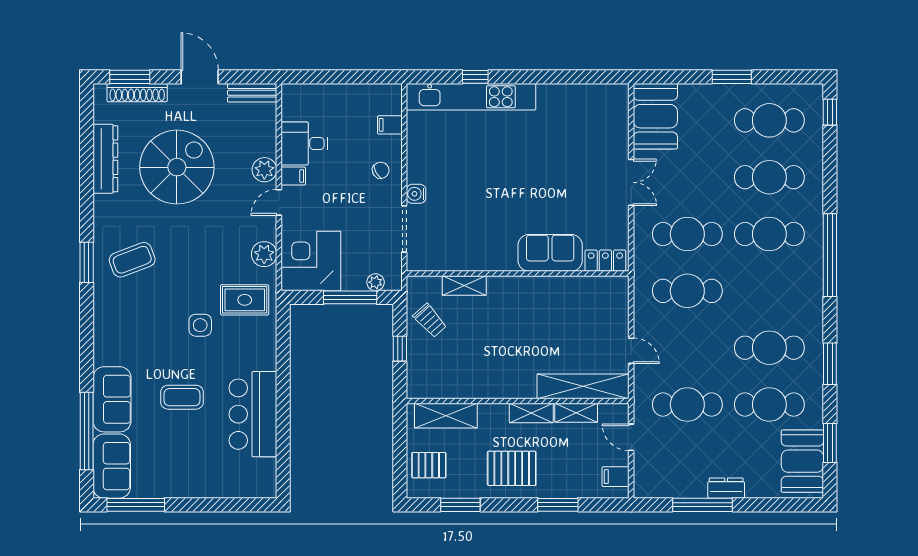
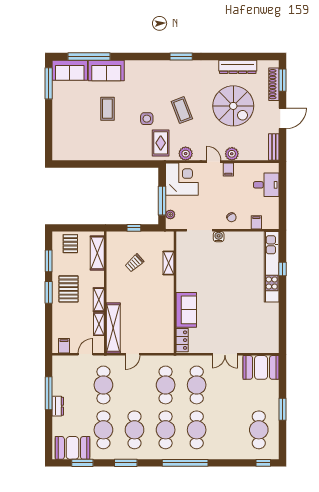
desk: (304, 144) -> (266, 185), moved, turned 90
cafe table: (769, 177) -> (166, 430), moved
coffee table: (132, 260) -> (182, 110), moved
trolley: (430, 320) -> (134, 263), moved
bar counter: (253, 414) -> (98, 147), removed
window: (558, 505) -> (49, 292), moved

